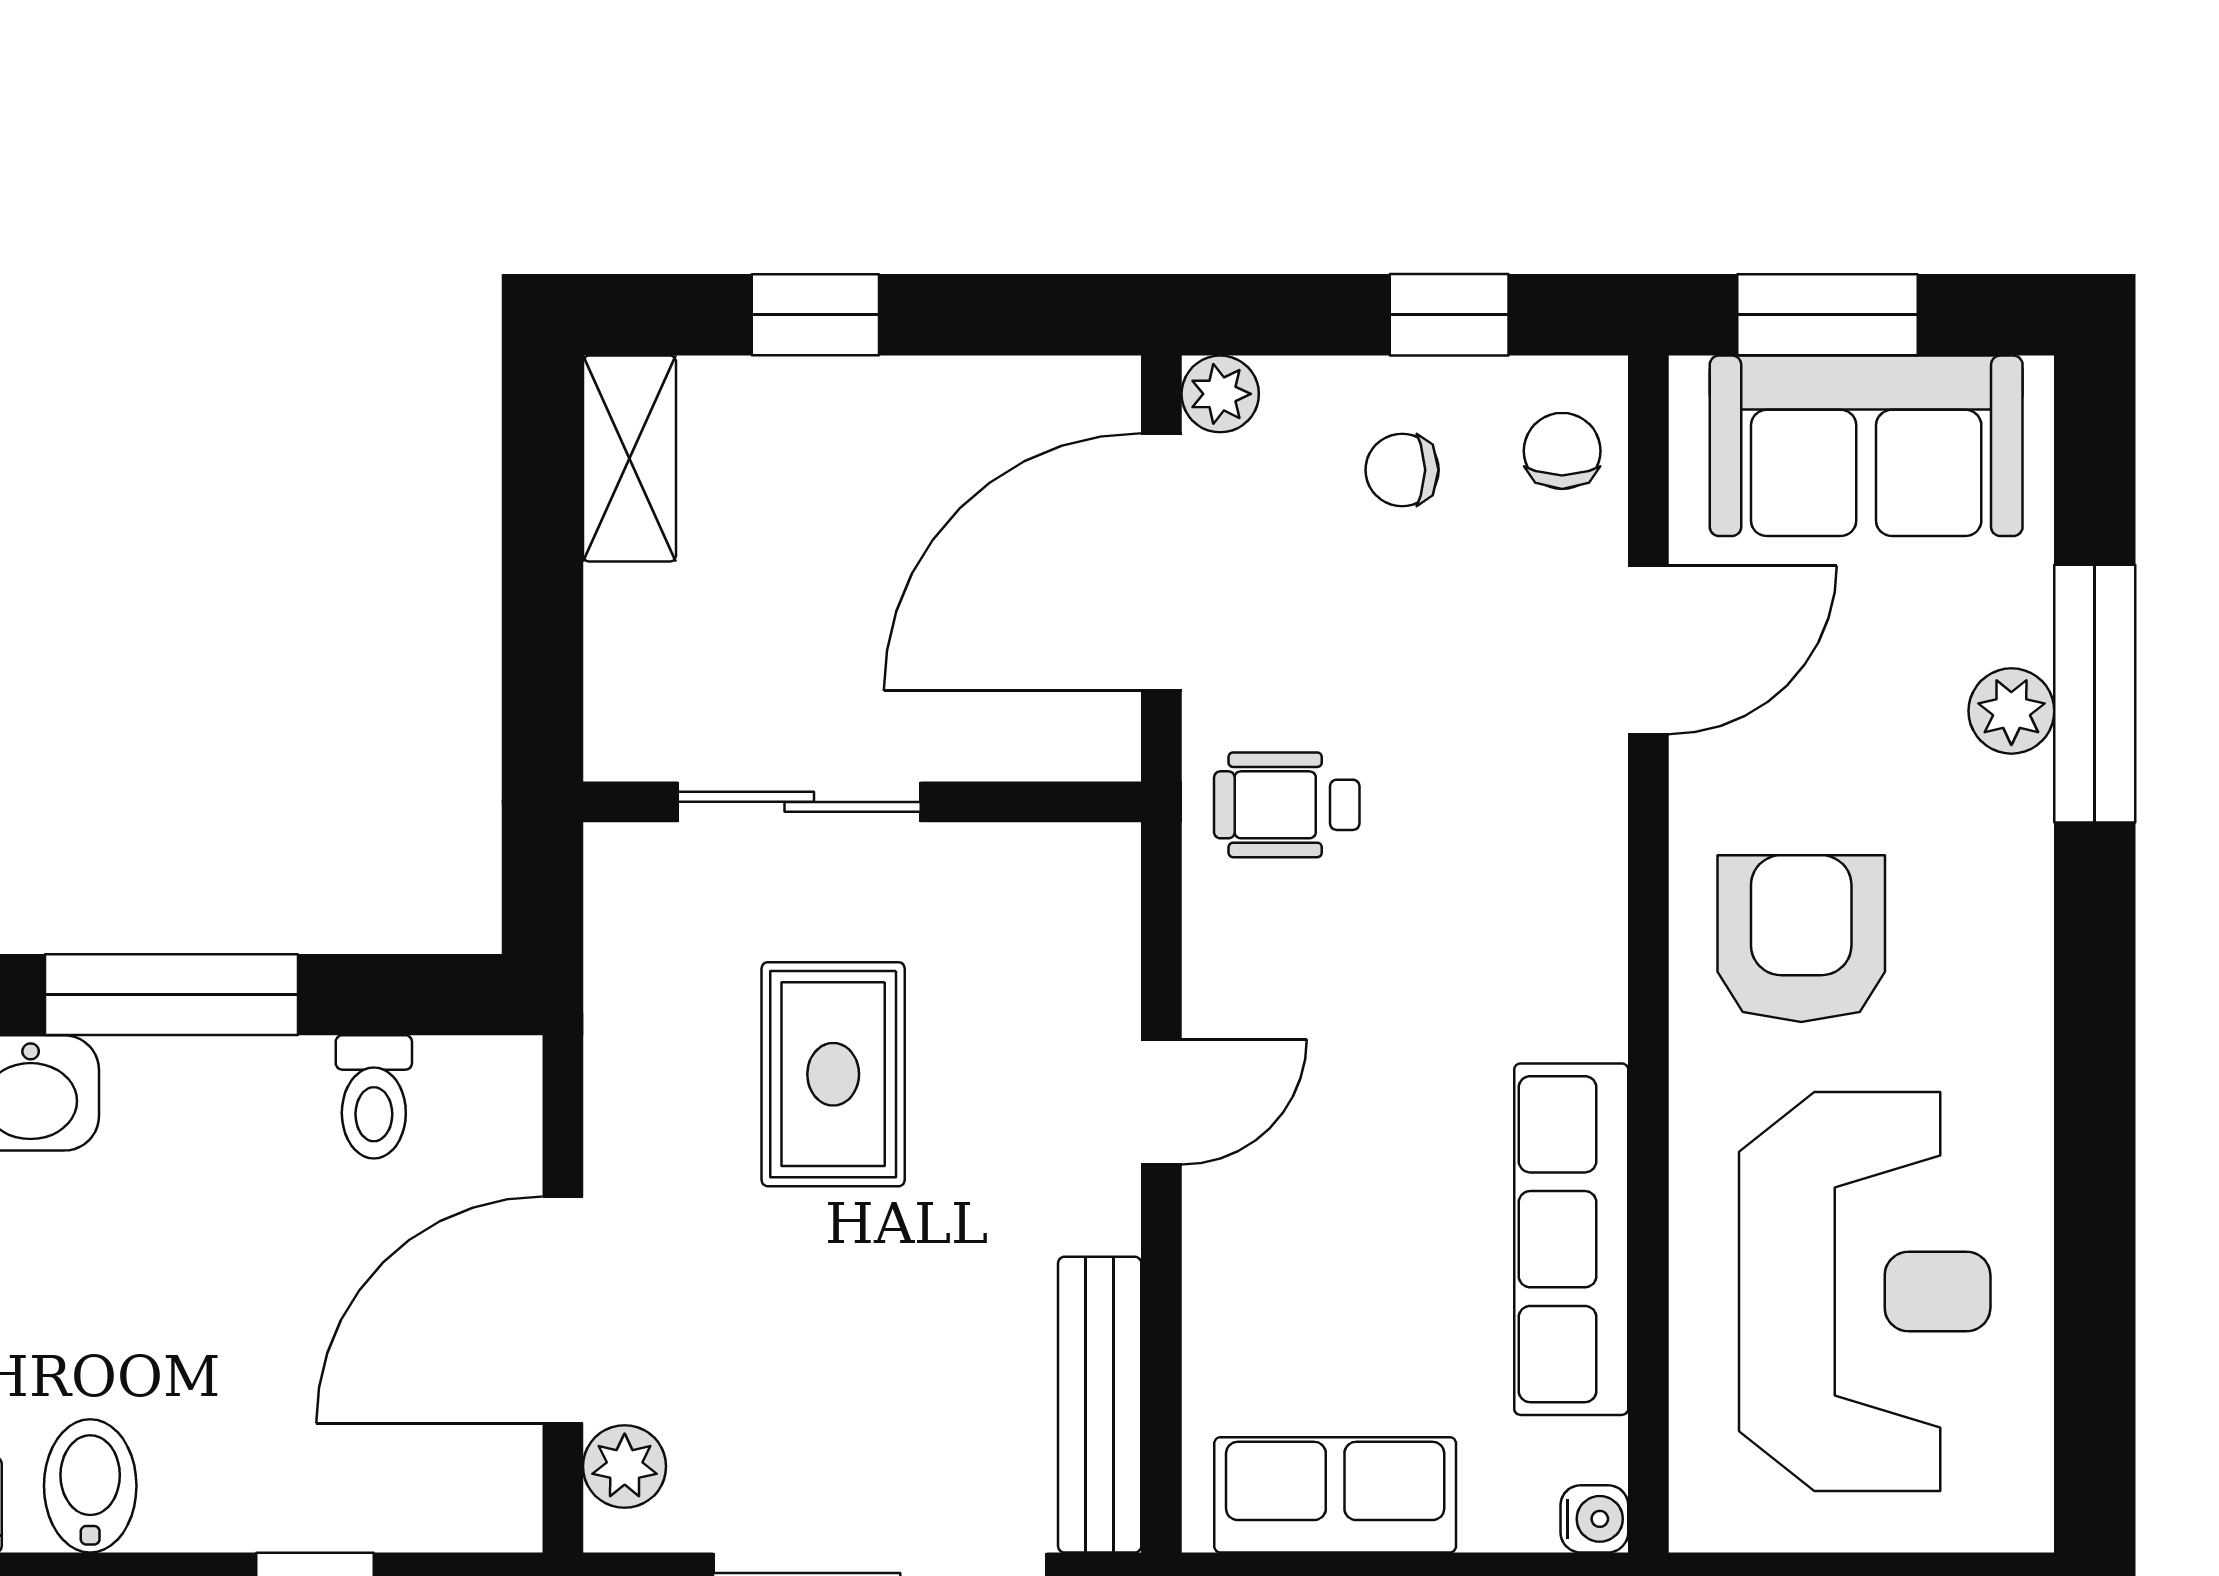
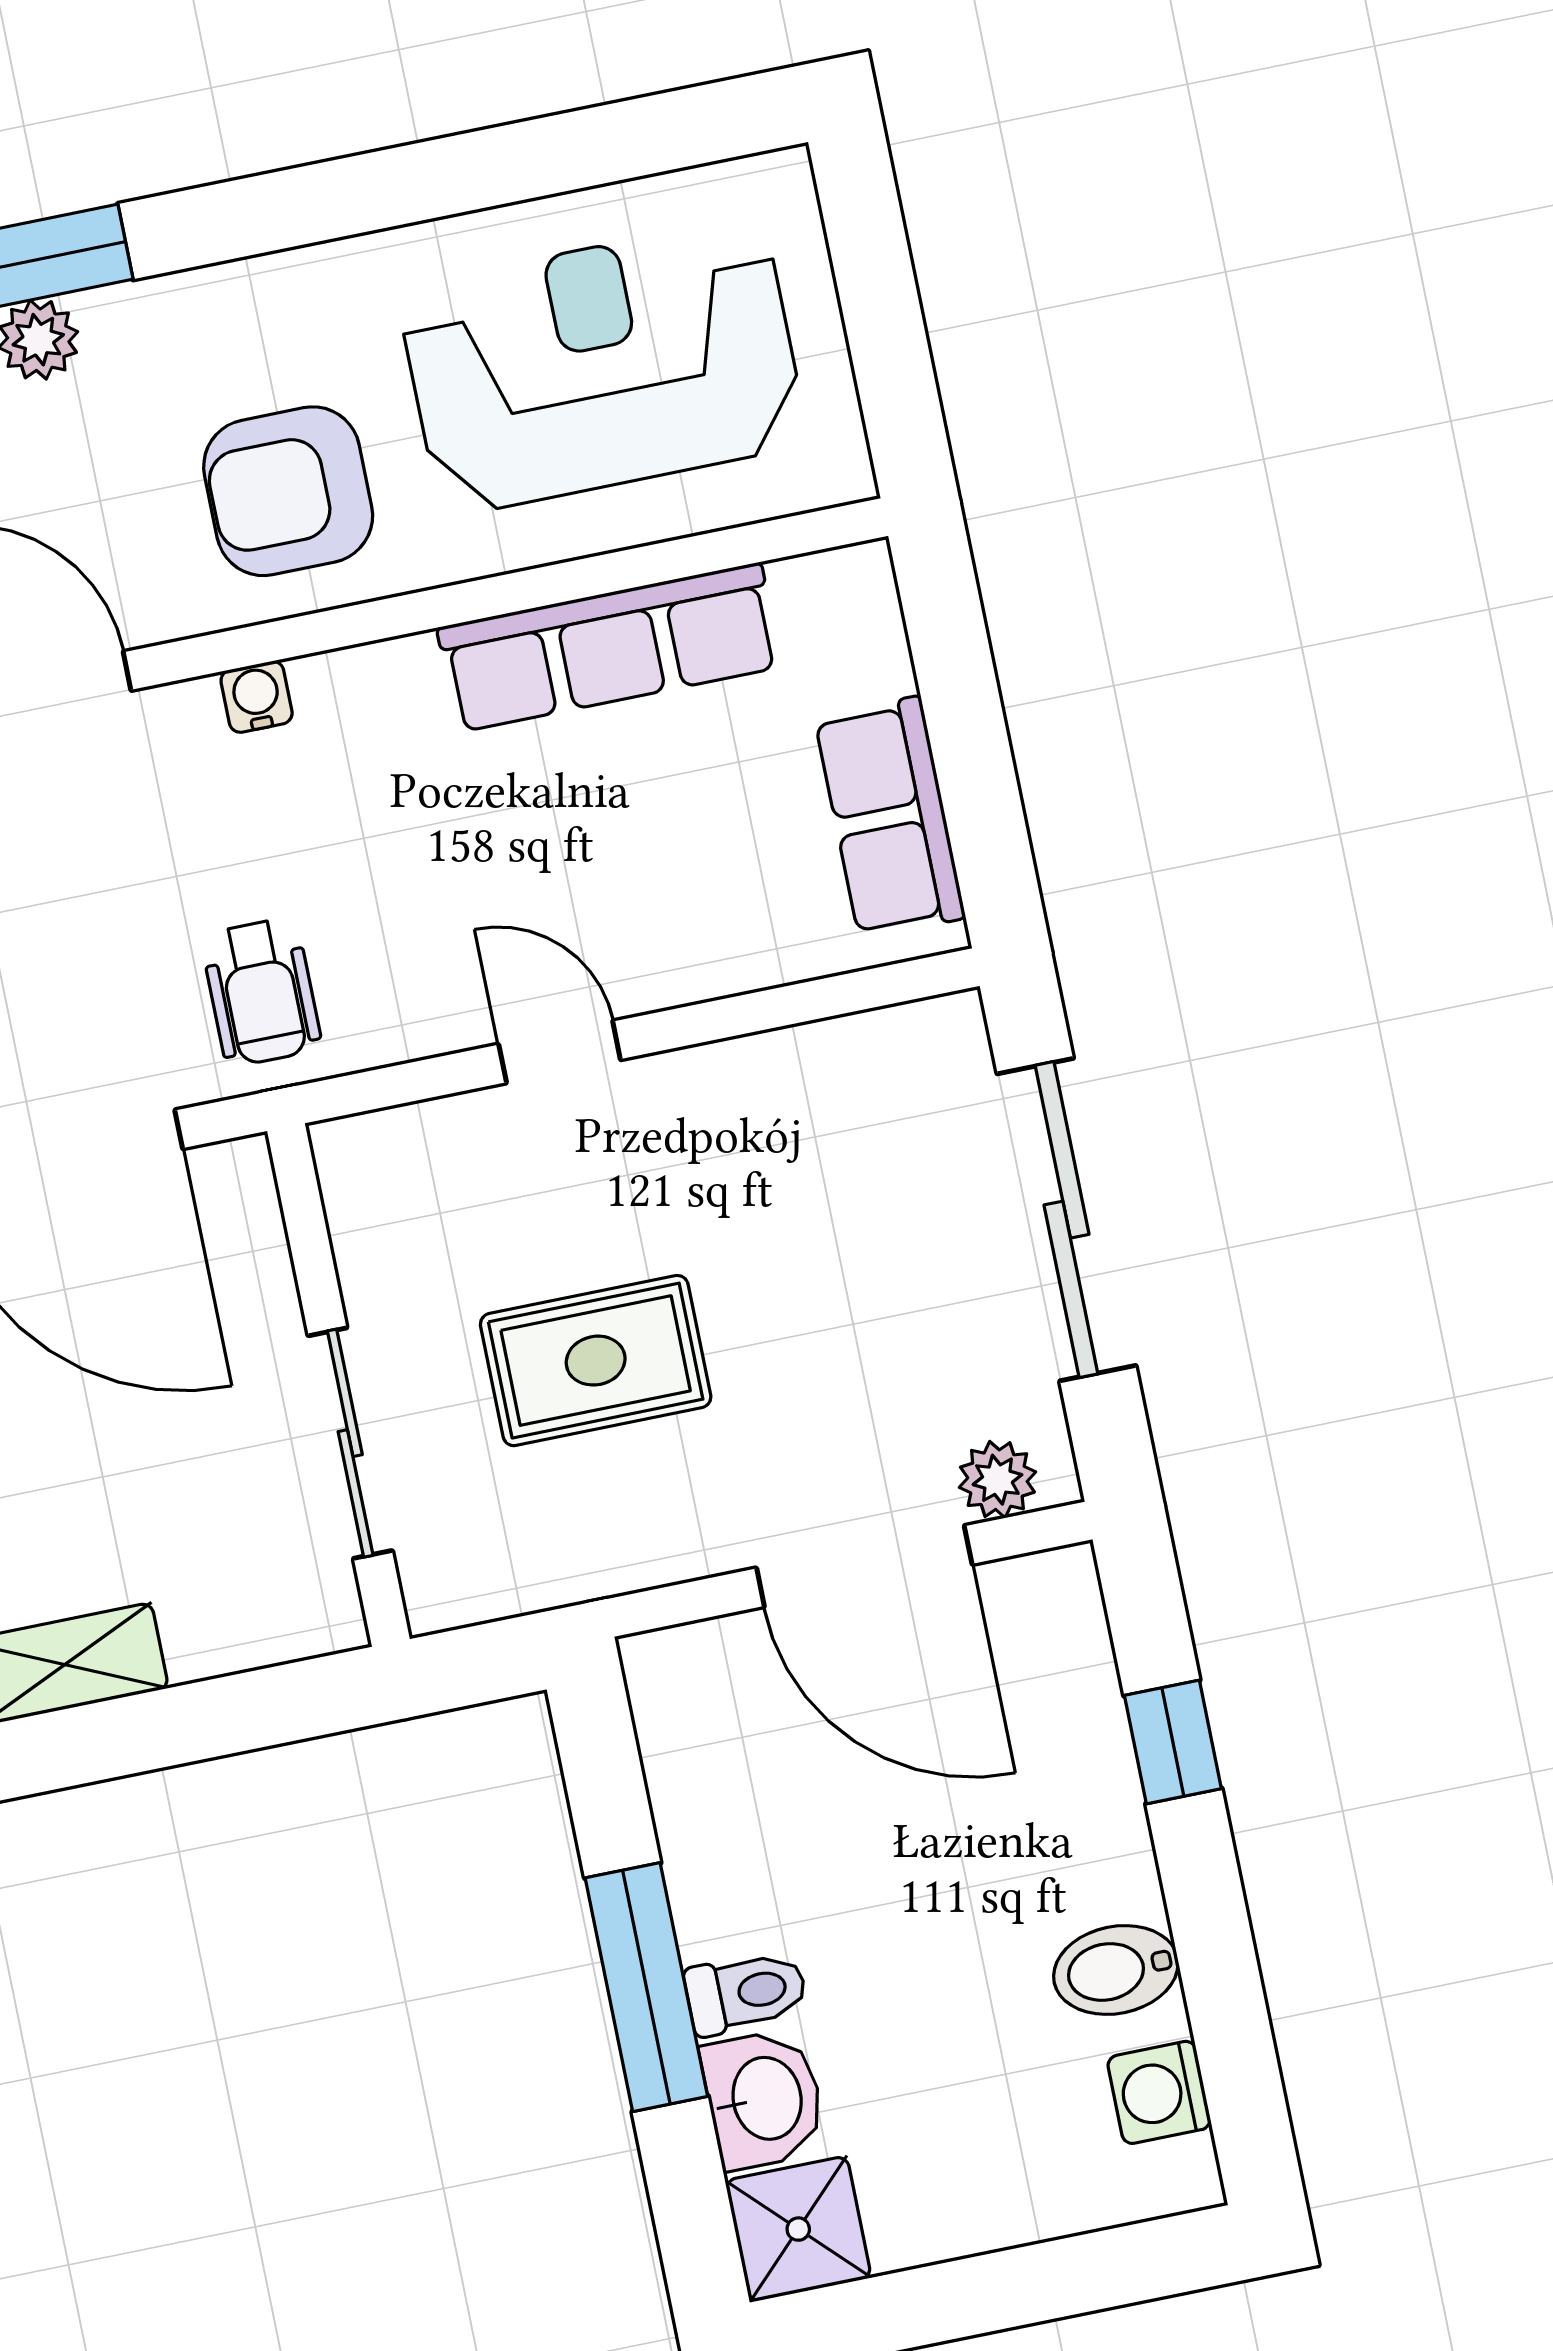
toilet: (374, 1097) -> (746, 1993), moved
bench: (1100, 1405) -> (851, 1052), removed
water cooler: (1594, 1519) -> (257, 697), moved

